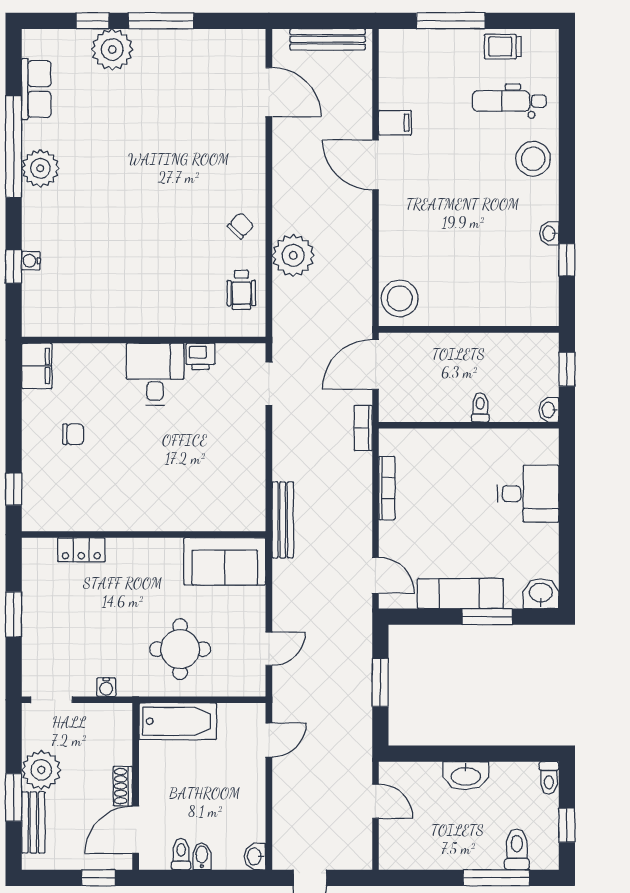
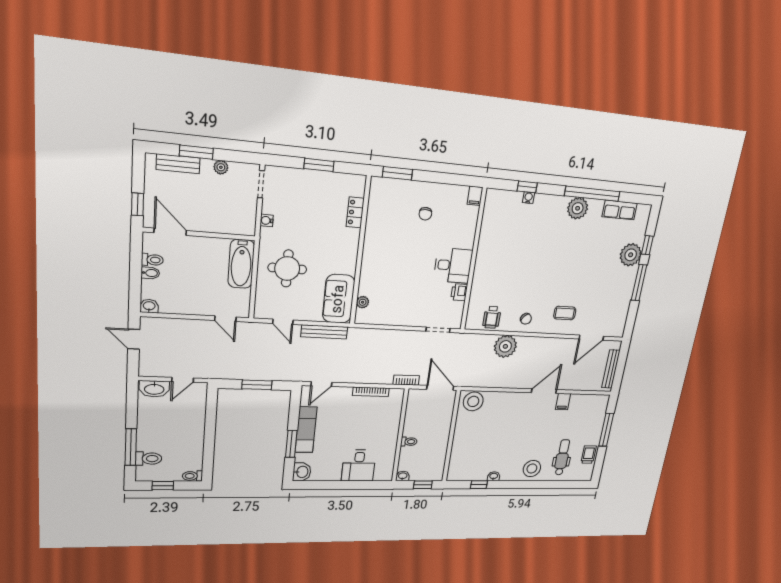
coffee table: (226, 154) -> (565, 313), added
wheelchair: (241, 290) -> (492, 317), turned -90
filing cabinet: (37, 366) -> (475, 196), width x0.50
window: (14, 489) -> (397, 173), width x1.50
bench: (283, 520) -> (324, 332), moved
plant: (228, 521) -> (363, 302), added
plant: (41, 770) -> (221, 167), width x0.53, depth x0.53
washbasin: (466, 776) -> (154, 389), moved, turned -90
shoe rack: (123, 786) -> (200, 226), removed

